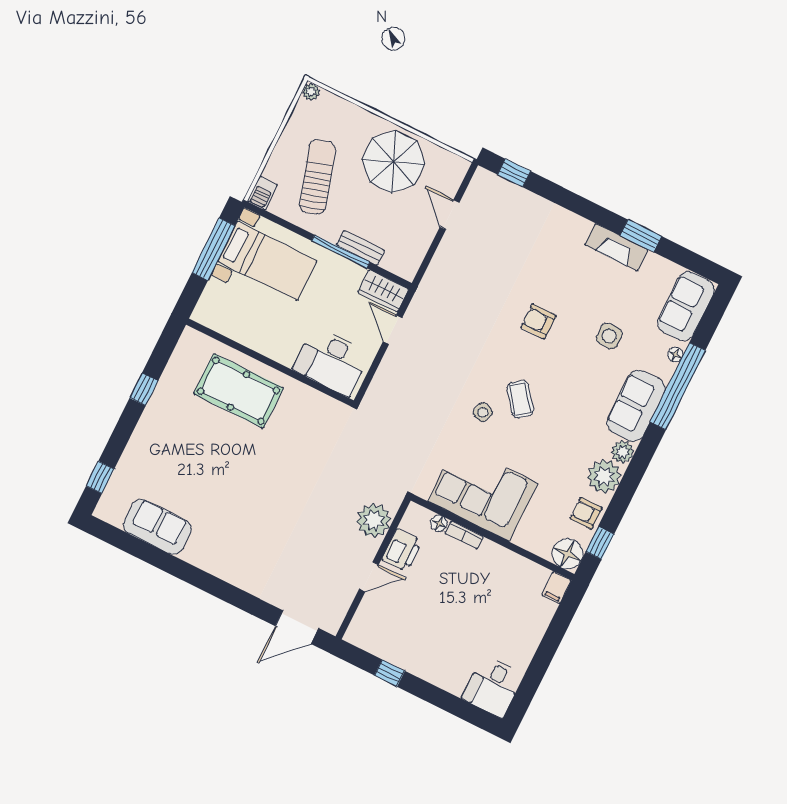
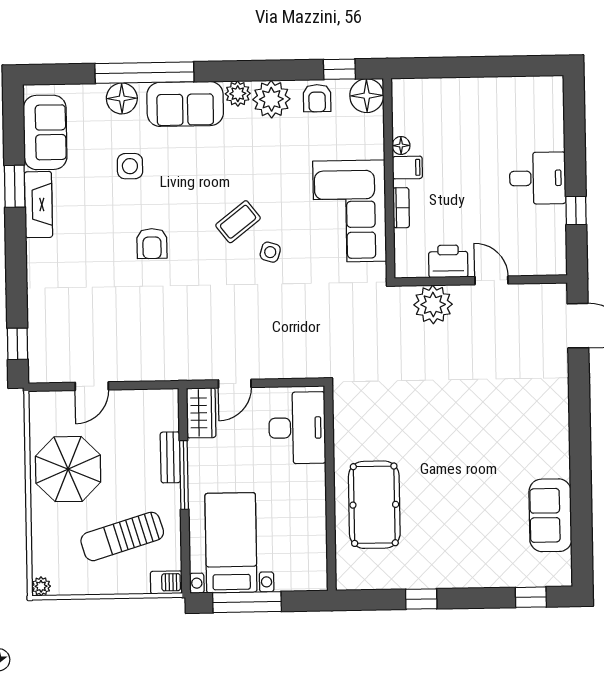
sofa: (686, 306) -> (45, 132), moved, turned -90
floor lamp: (675, 355) -> (122, 98), width x1.89, depth x1.89
floor lamp: (439, 523) -> (401, 145), moved
filing cabinet: (556, 588) -> (407, 168), moved
desk: (493, 686) -> (538, 178), moved

